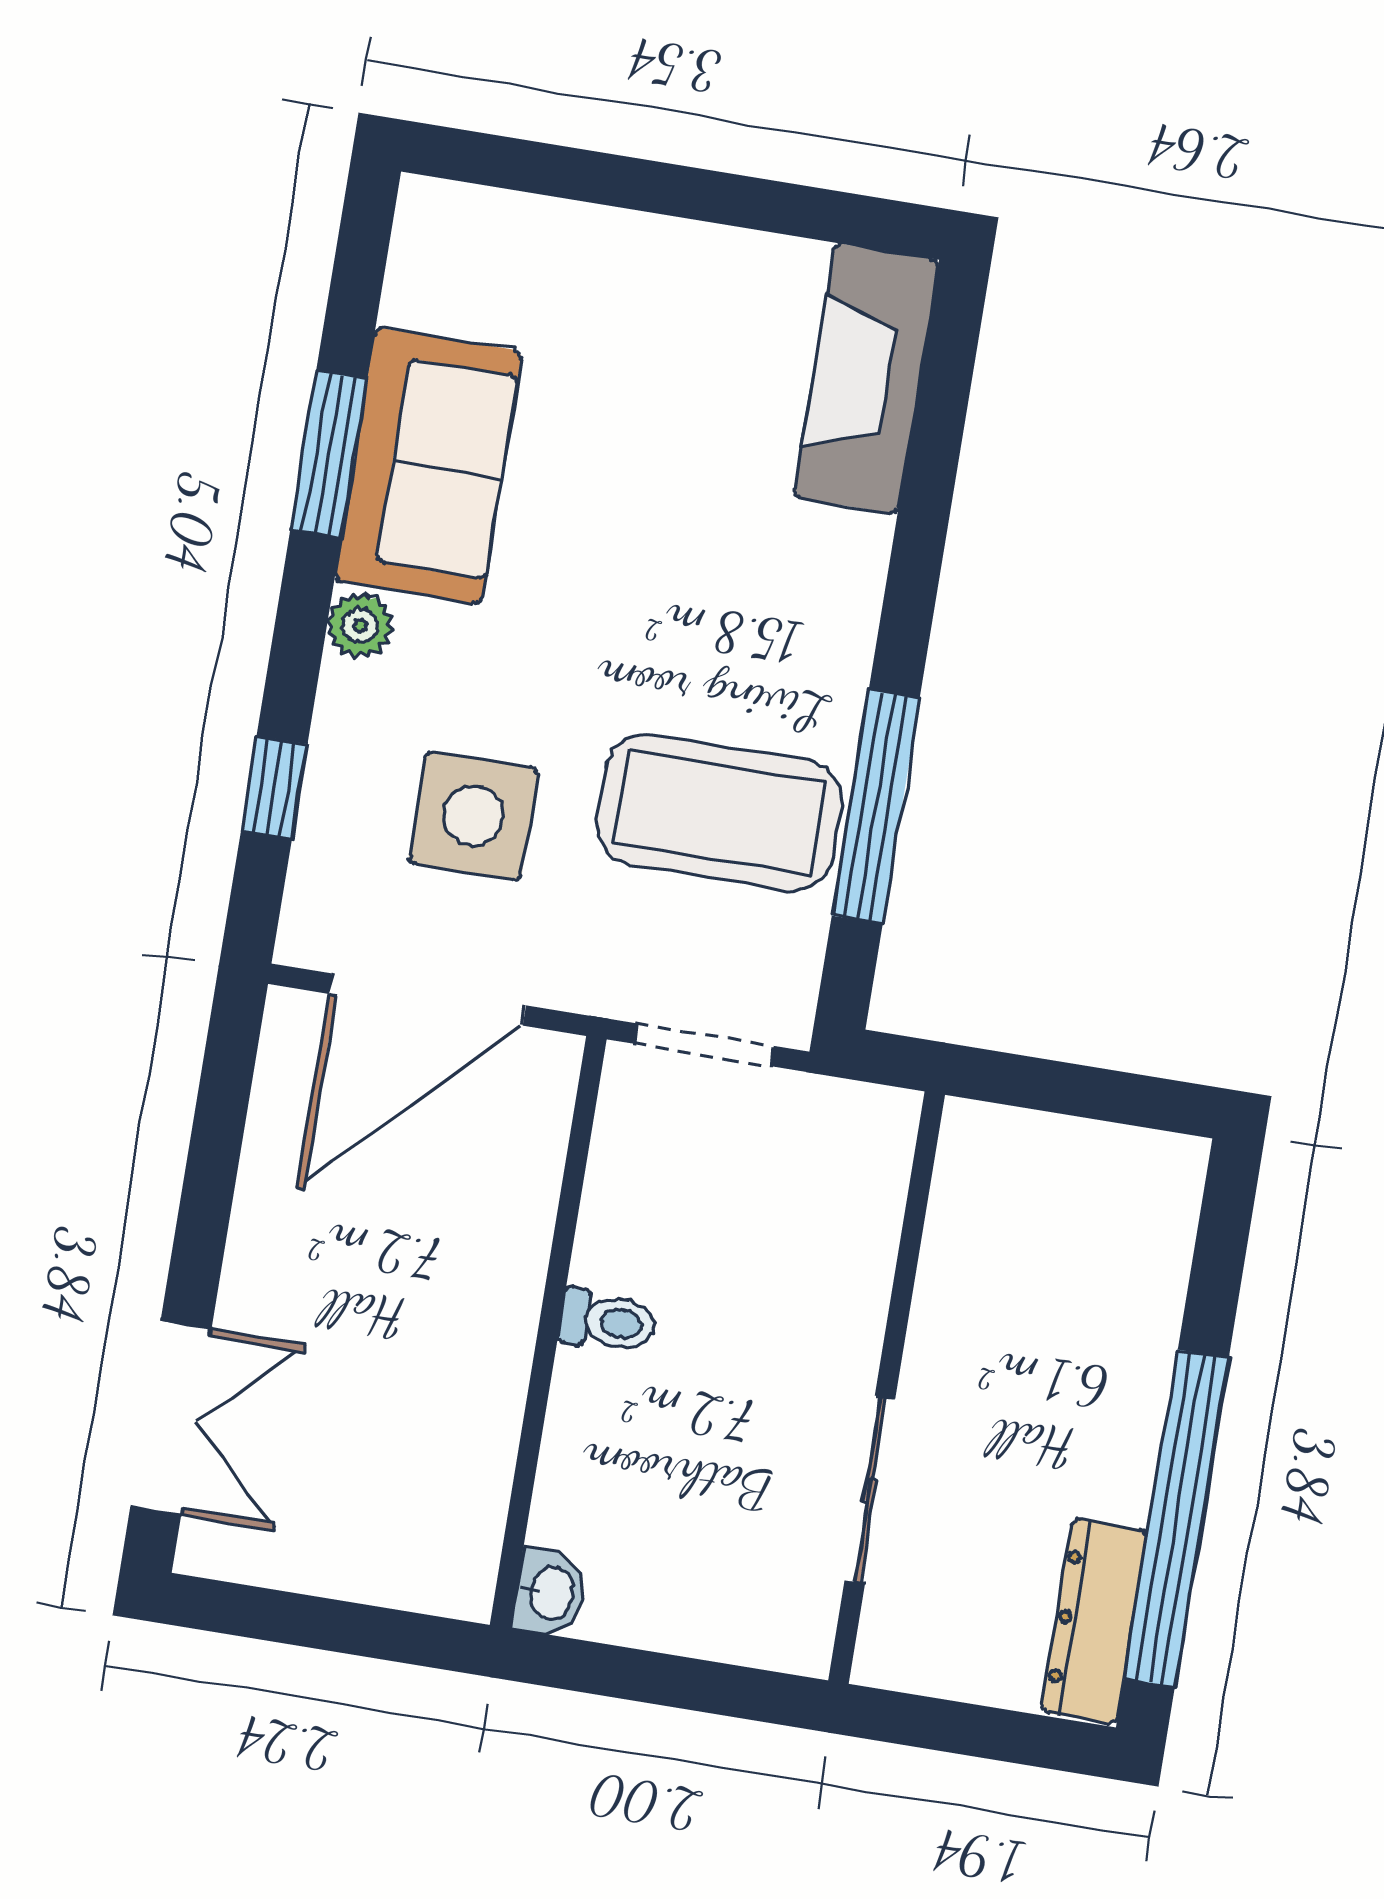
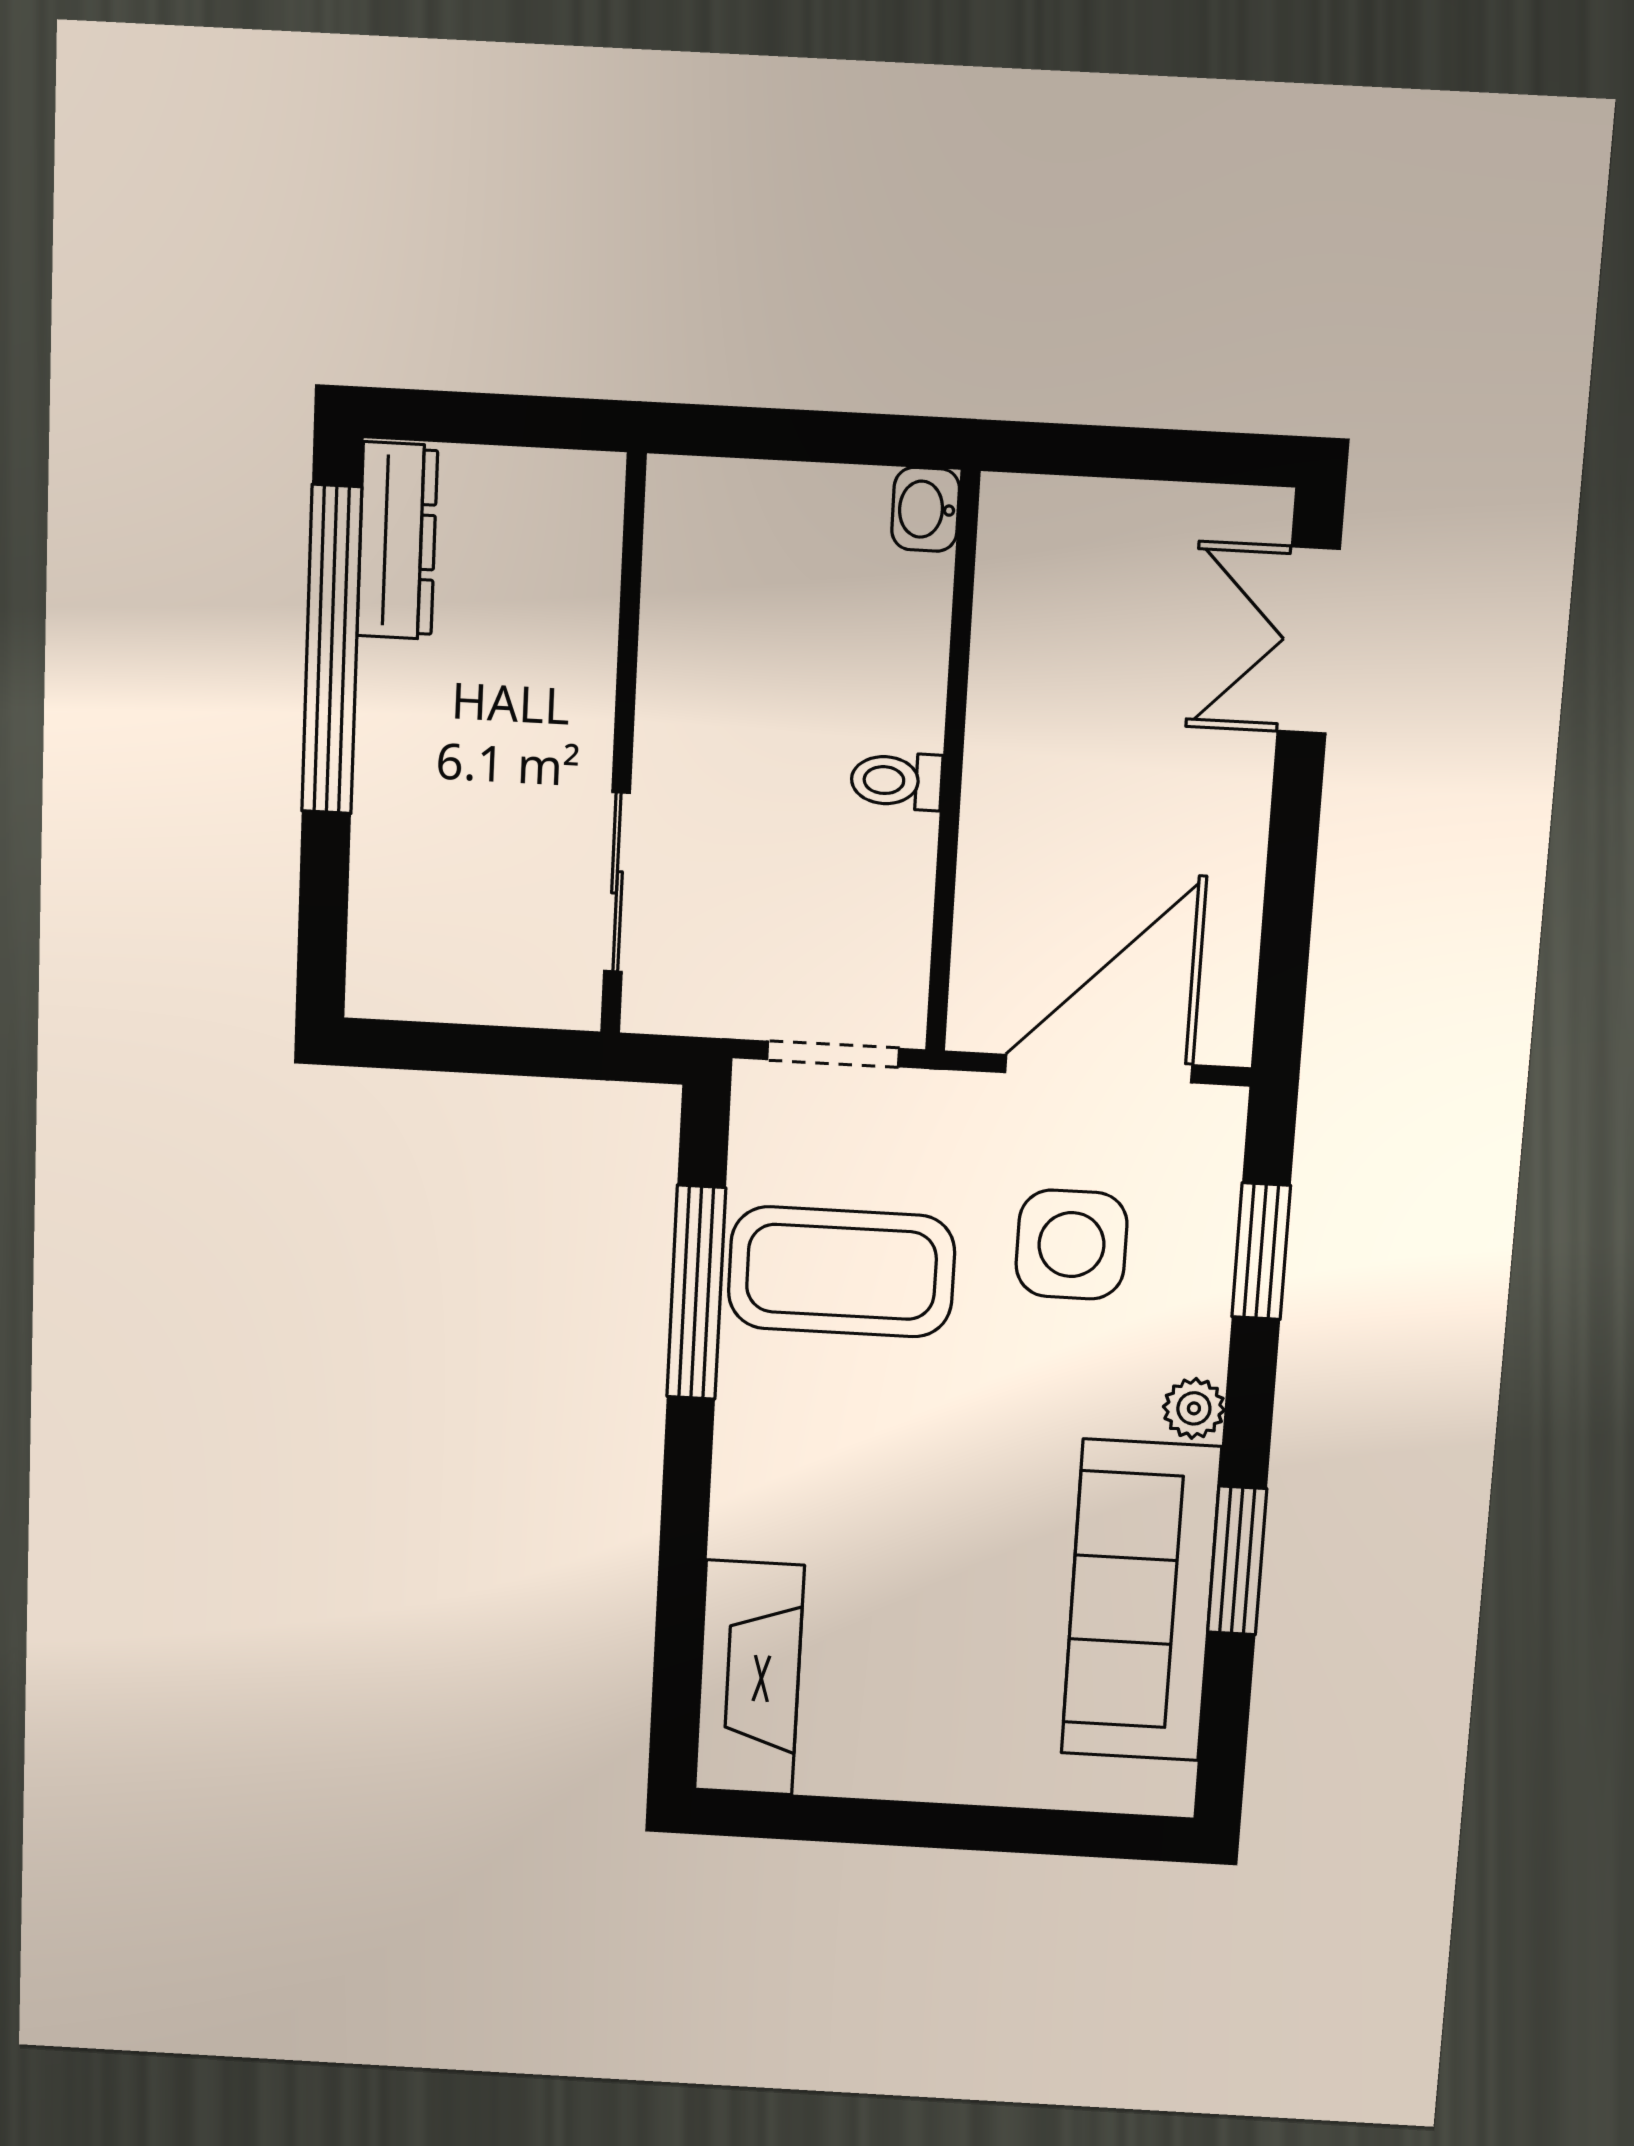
sofa: (428, 466) -> (1141, 1601), width x1.36
window: (274, 787) -> (1261, 1251), width x1.50
sliding door: (870, 1490) -> (617, 882), moved

